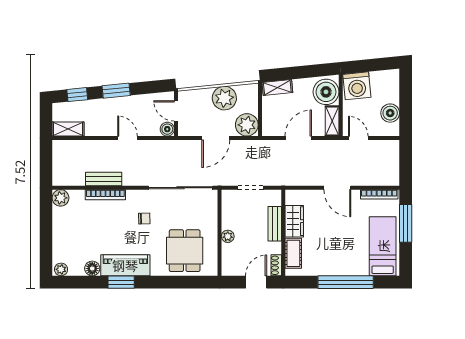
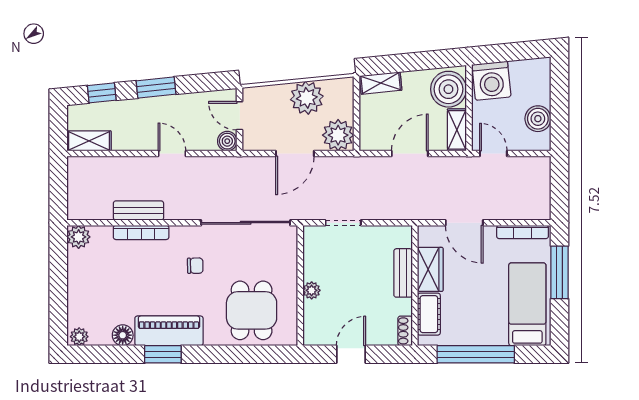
wardrobe: (294, 221) -> (430, 269), moved
bench: (275, 224) -> (403, 273), moved
wall: (283, 233) -> (415, 285), moved
cot: (293, 253) -> (429, 314), moved
shoe rack: (276, 265) -> (405, 331), moved

